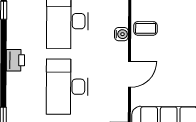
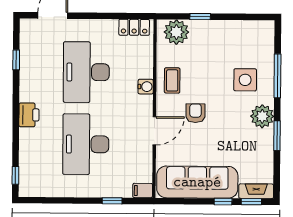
coffee table: (146, 28) -> (172, 80), turned 90
armchair: (167, 58) -> (195, 113), added

